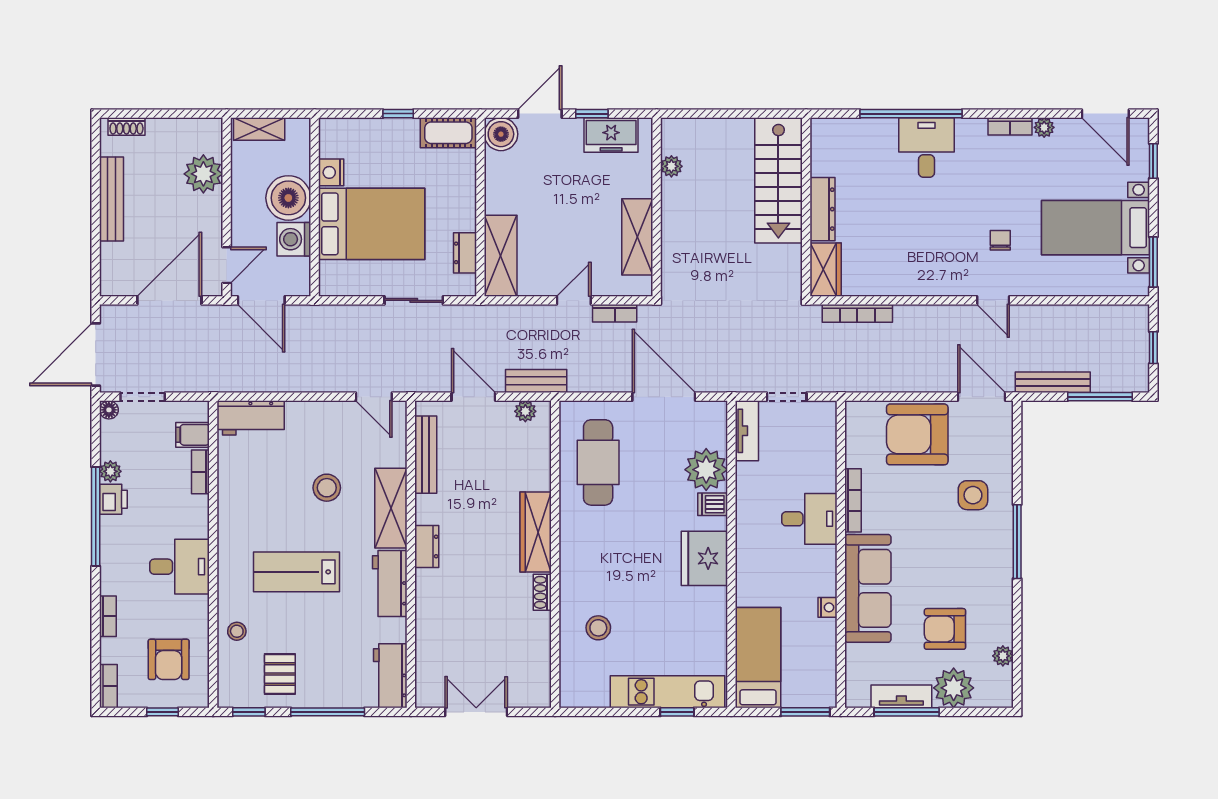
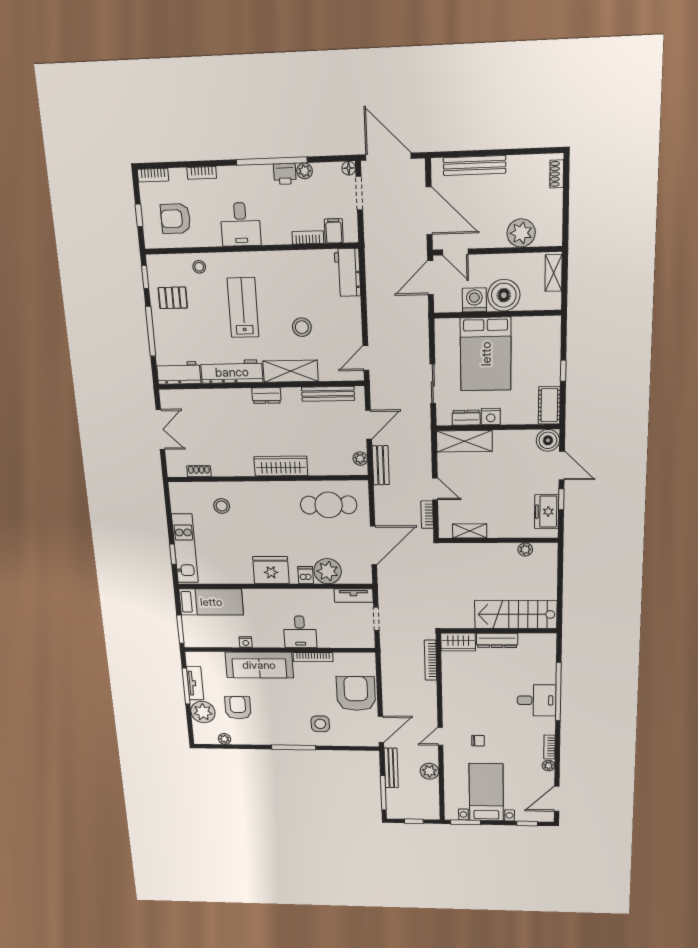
nightstand: (331, 172) -> (491, 417), moved, turned 180
bench: (112, 199) -> (474, 165), moved
shelving: (637, 237) -> (470, 531), width x0.67, depth x0.75
plant: (1058, 320) -> (429, 771), added
workbench: (390, 583) -> (232, 372), width x1.37
shoe rack: (542, 592) -> (199, 471), moved

